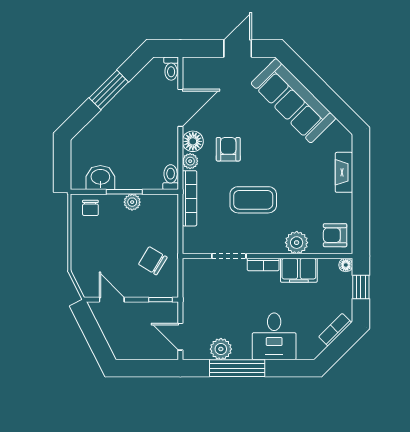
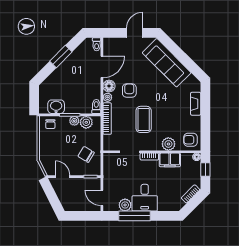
coffee table: (253, 200) -> (144, 119), turned 90
plant: (153, 205) -> (86, 122), added
desk: (274, 336) -> (145, 198), moved

